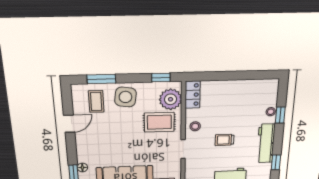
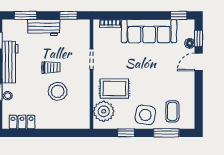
window: (161, 78) -> (126, 133), moved
locker: (193, 95) -> (22, 122), moved, turned 90
door: (69, 124) -> (199, 62), moved
stool: (195, 126) -> (58, 91), moved, width x1.89, depth x1.89

